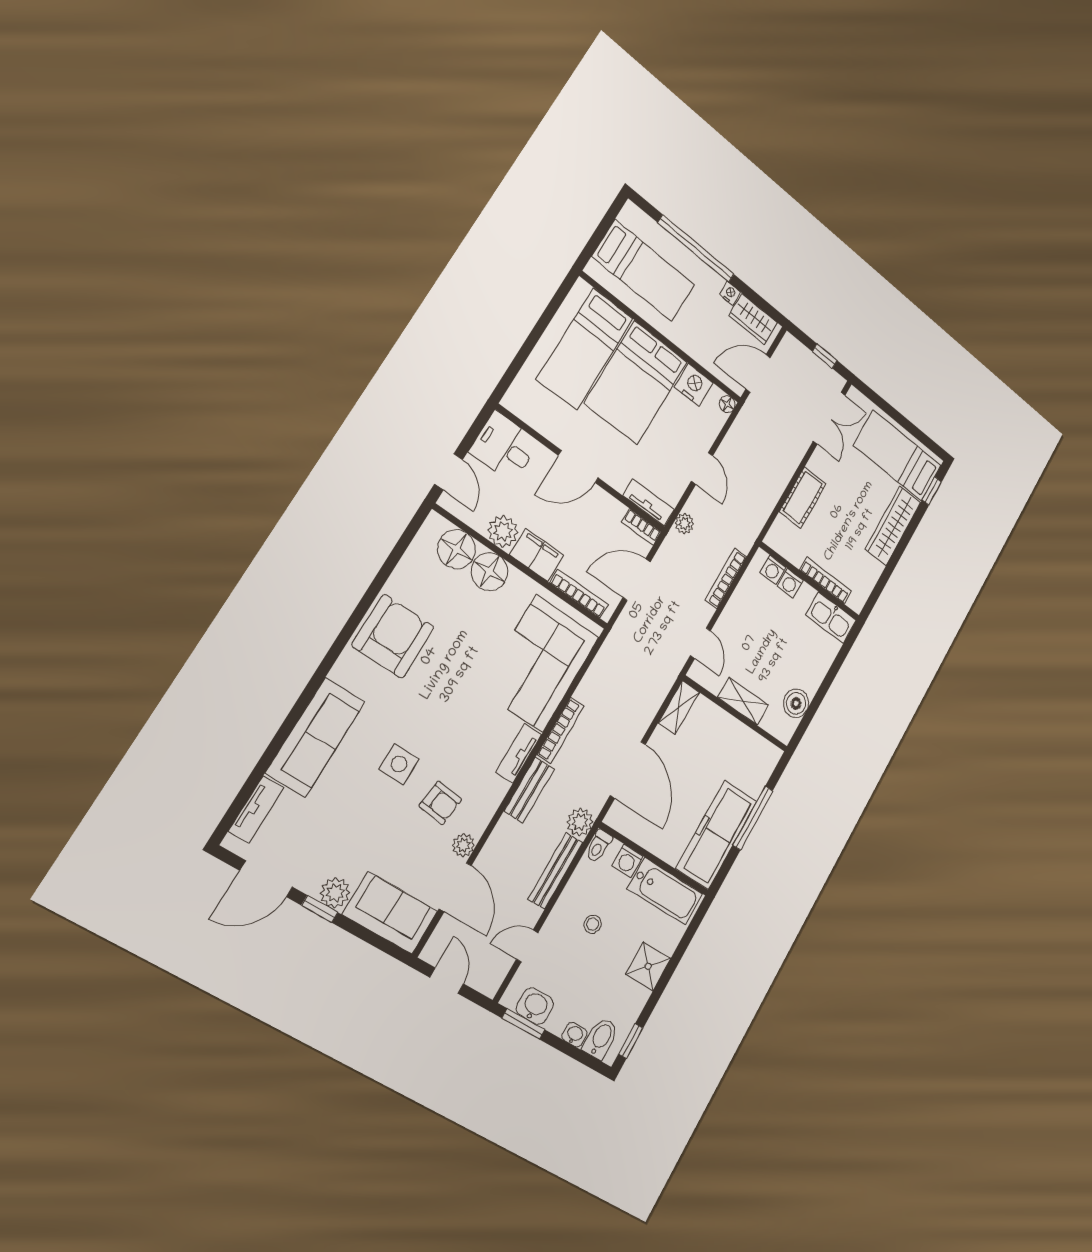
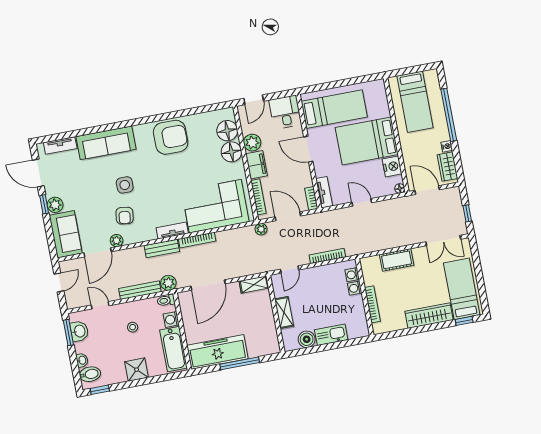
bed: (585, 349) -> (334, 109), moved, turned 180
door: (702, 468) -> (362, 202), swing flipped
plant: (684, 523) -> (261, 229), moved
kitchen sink: (831, 618) -> (331, 335), moved, turned 90

